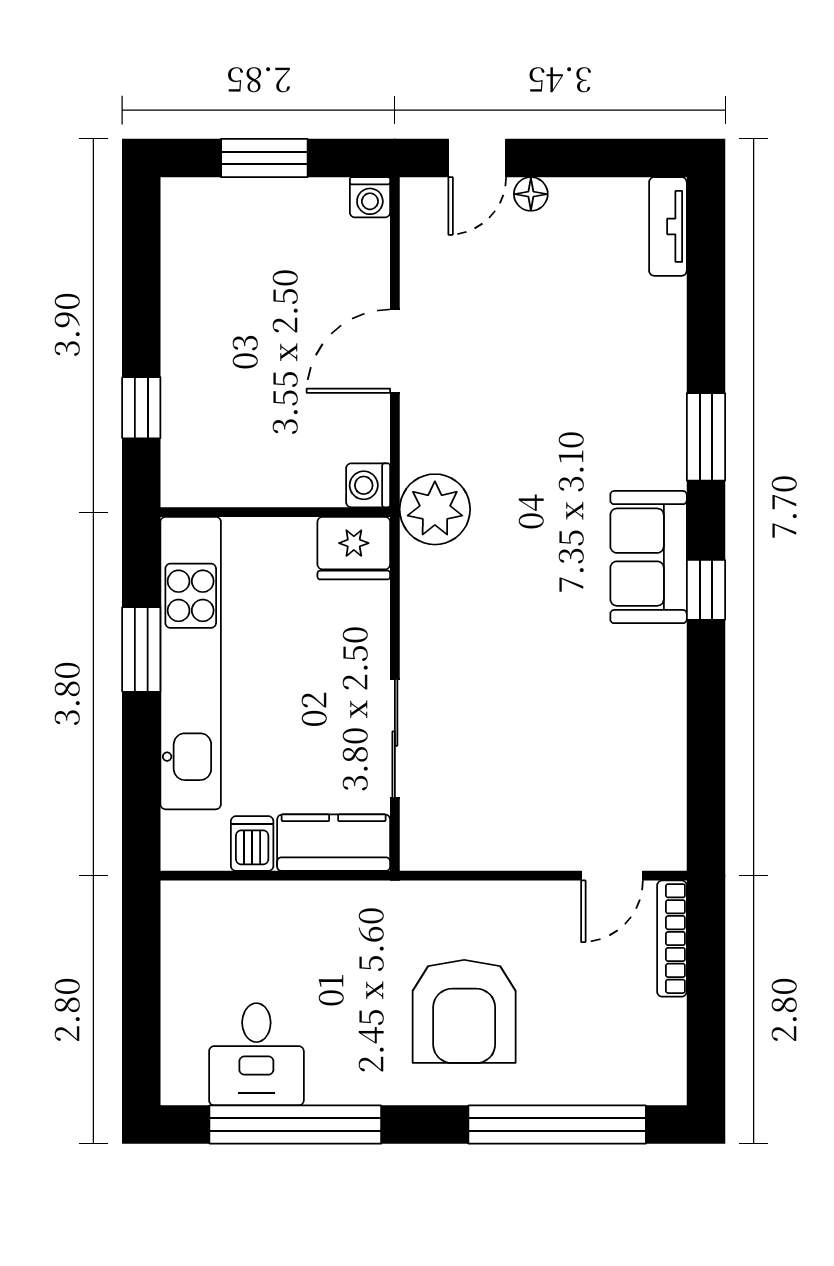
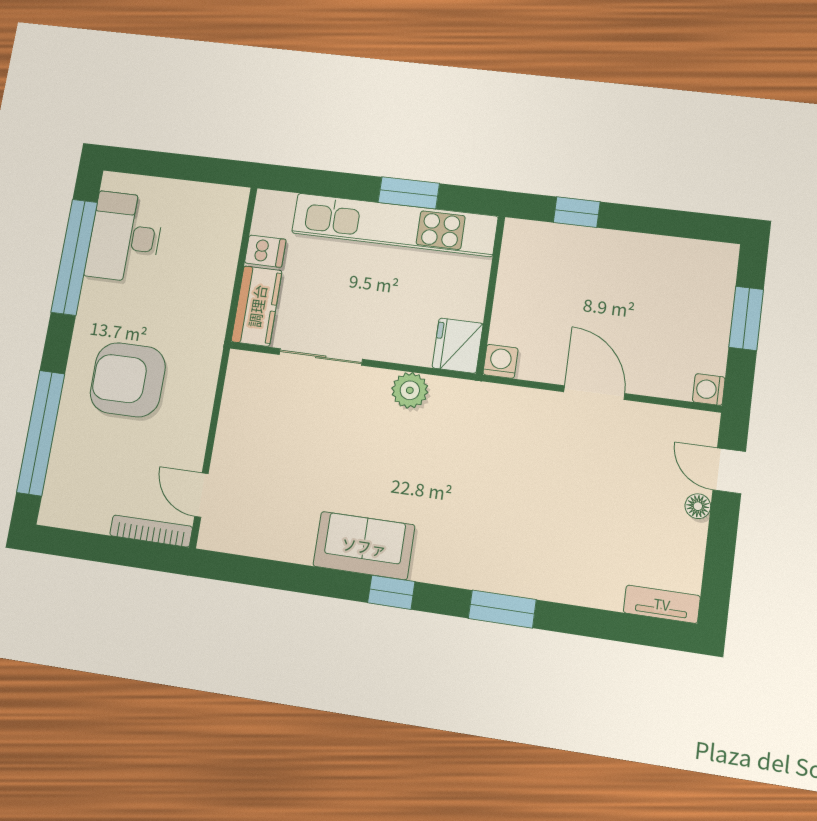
plant: (435, 509) -> (410, 390), moved, width x0.73, depth x0.73
sofa: (649, 557) -> (364, 546), moved
desk: (256, 1054) -> (125, 237), width x1.37

